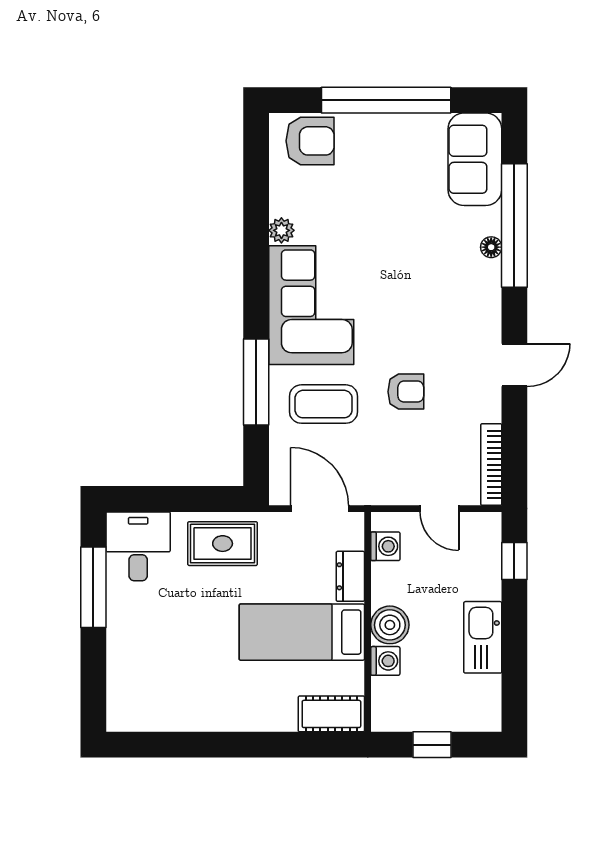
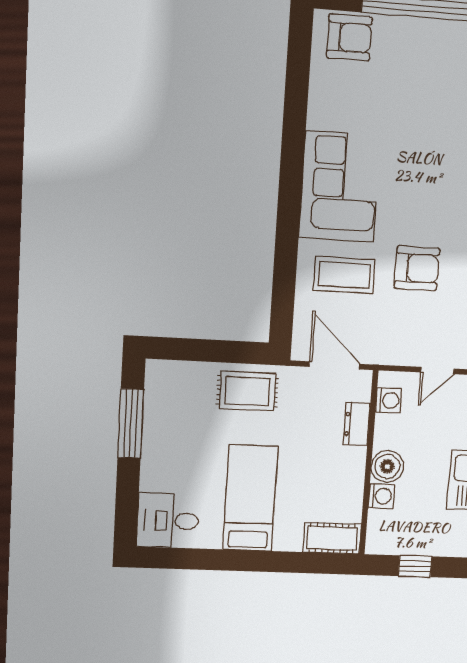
plant: (281, 230) -> (318, 118), removed
window: (256, 382) -> (286, 252), removed
armchair: (406, 392) -> (417, 268), width x1.38, depth x1.38
door: (439, 509) -> (438, 371), hinge flipped
desk: (138, 546) -> (168, 521), moved, turned -90
bed: (302, 632) -> (250, 498), moved, turned 90

